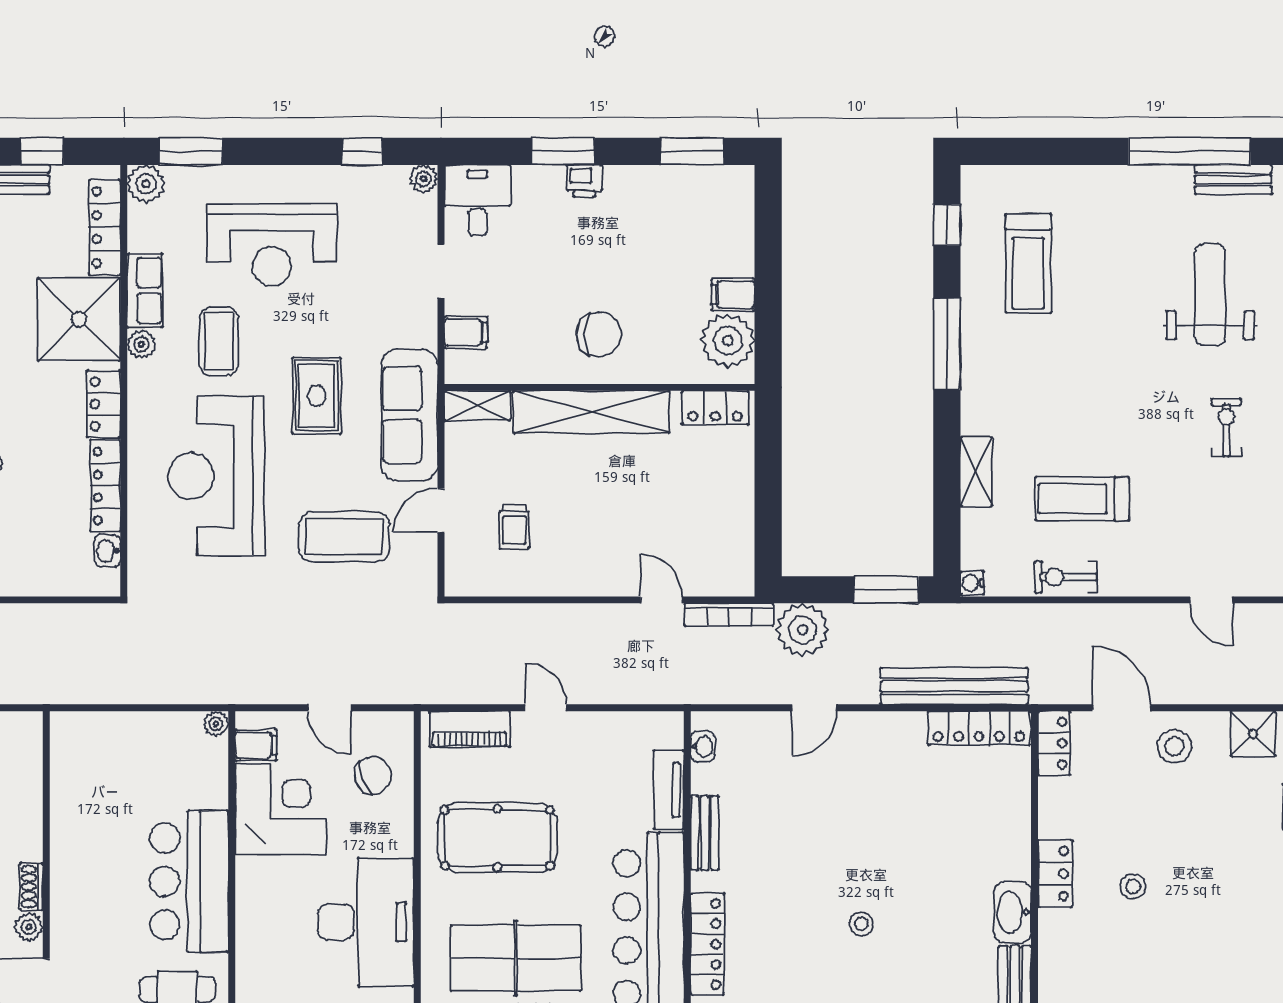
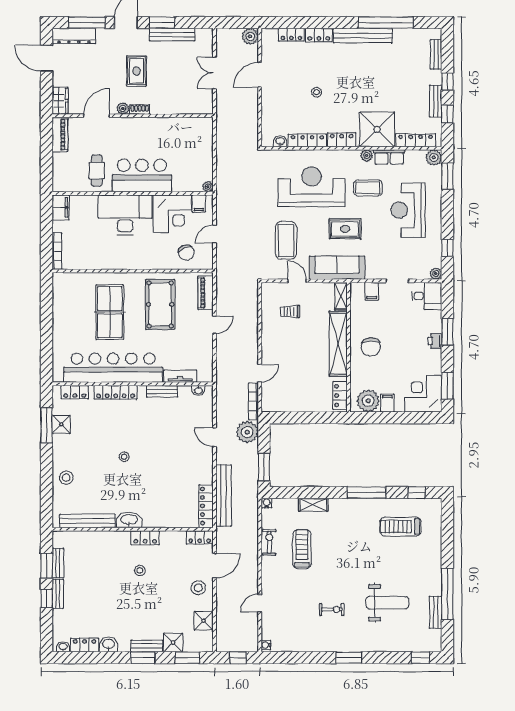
corner desk: (710, 209) -> (423, 394), added
desk: (366, 922) -> (125, 215), moved, turned 180

